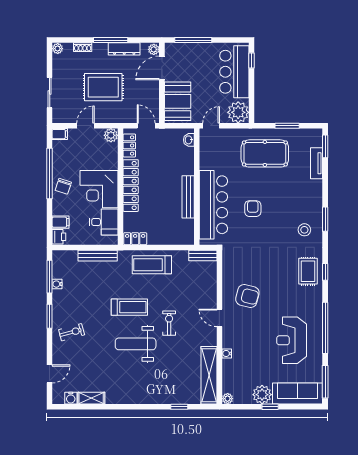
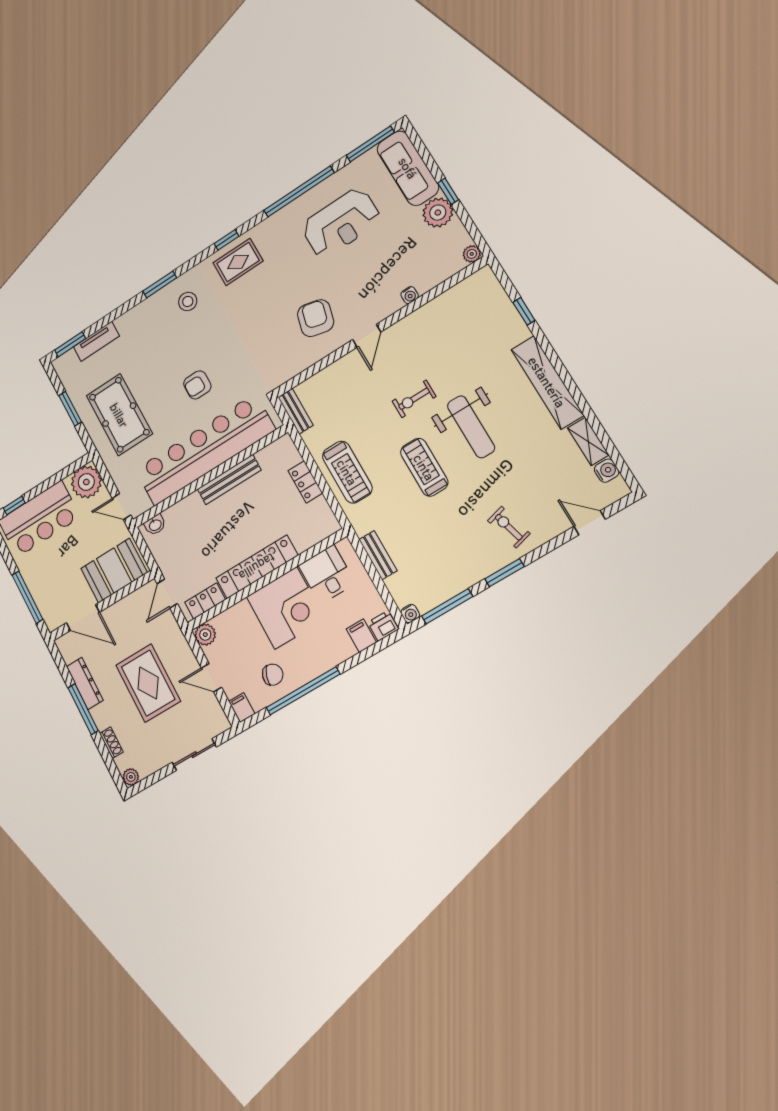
plant: (154, 49) -> (65, 643), removed
chair: (63, 186) -> (273, 675), moved
bar counter: (213, 205) -> (205, 450), width x1.36
locker: (135, 239) -> (305, 482), moved
bench: (98, 256) -> (378, 555), width x0.73
water cooler: (57, 284) -> (410, 613), moved
shelving: (209, 375) -> (547, 382), moved, turned 90

